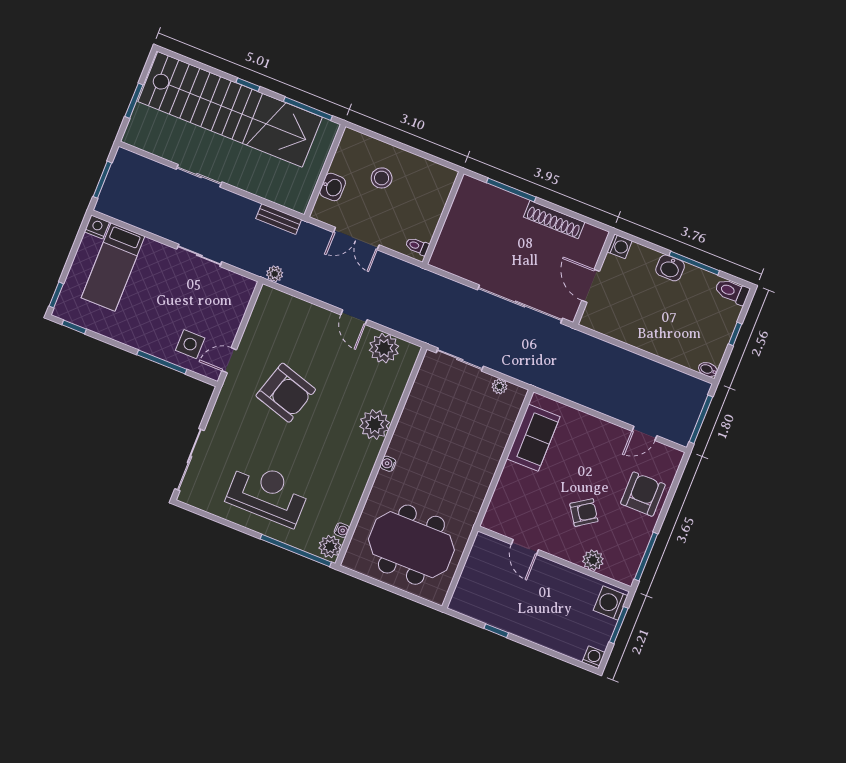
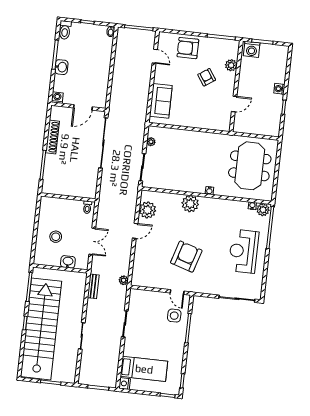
sofa: (533, 438) -> (161, 101), moved, turned 90
washing machine: (594, 657) -> (279, 89), moved

